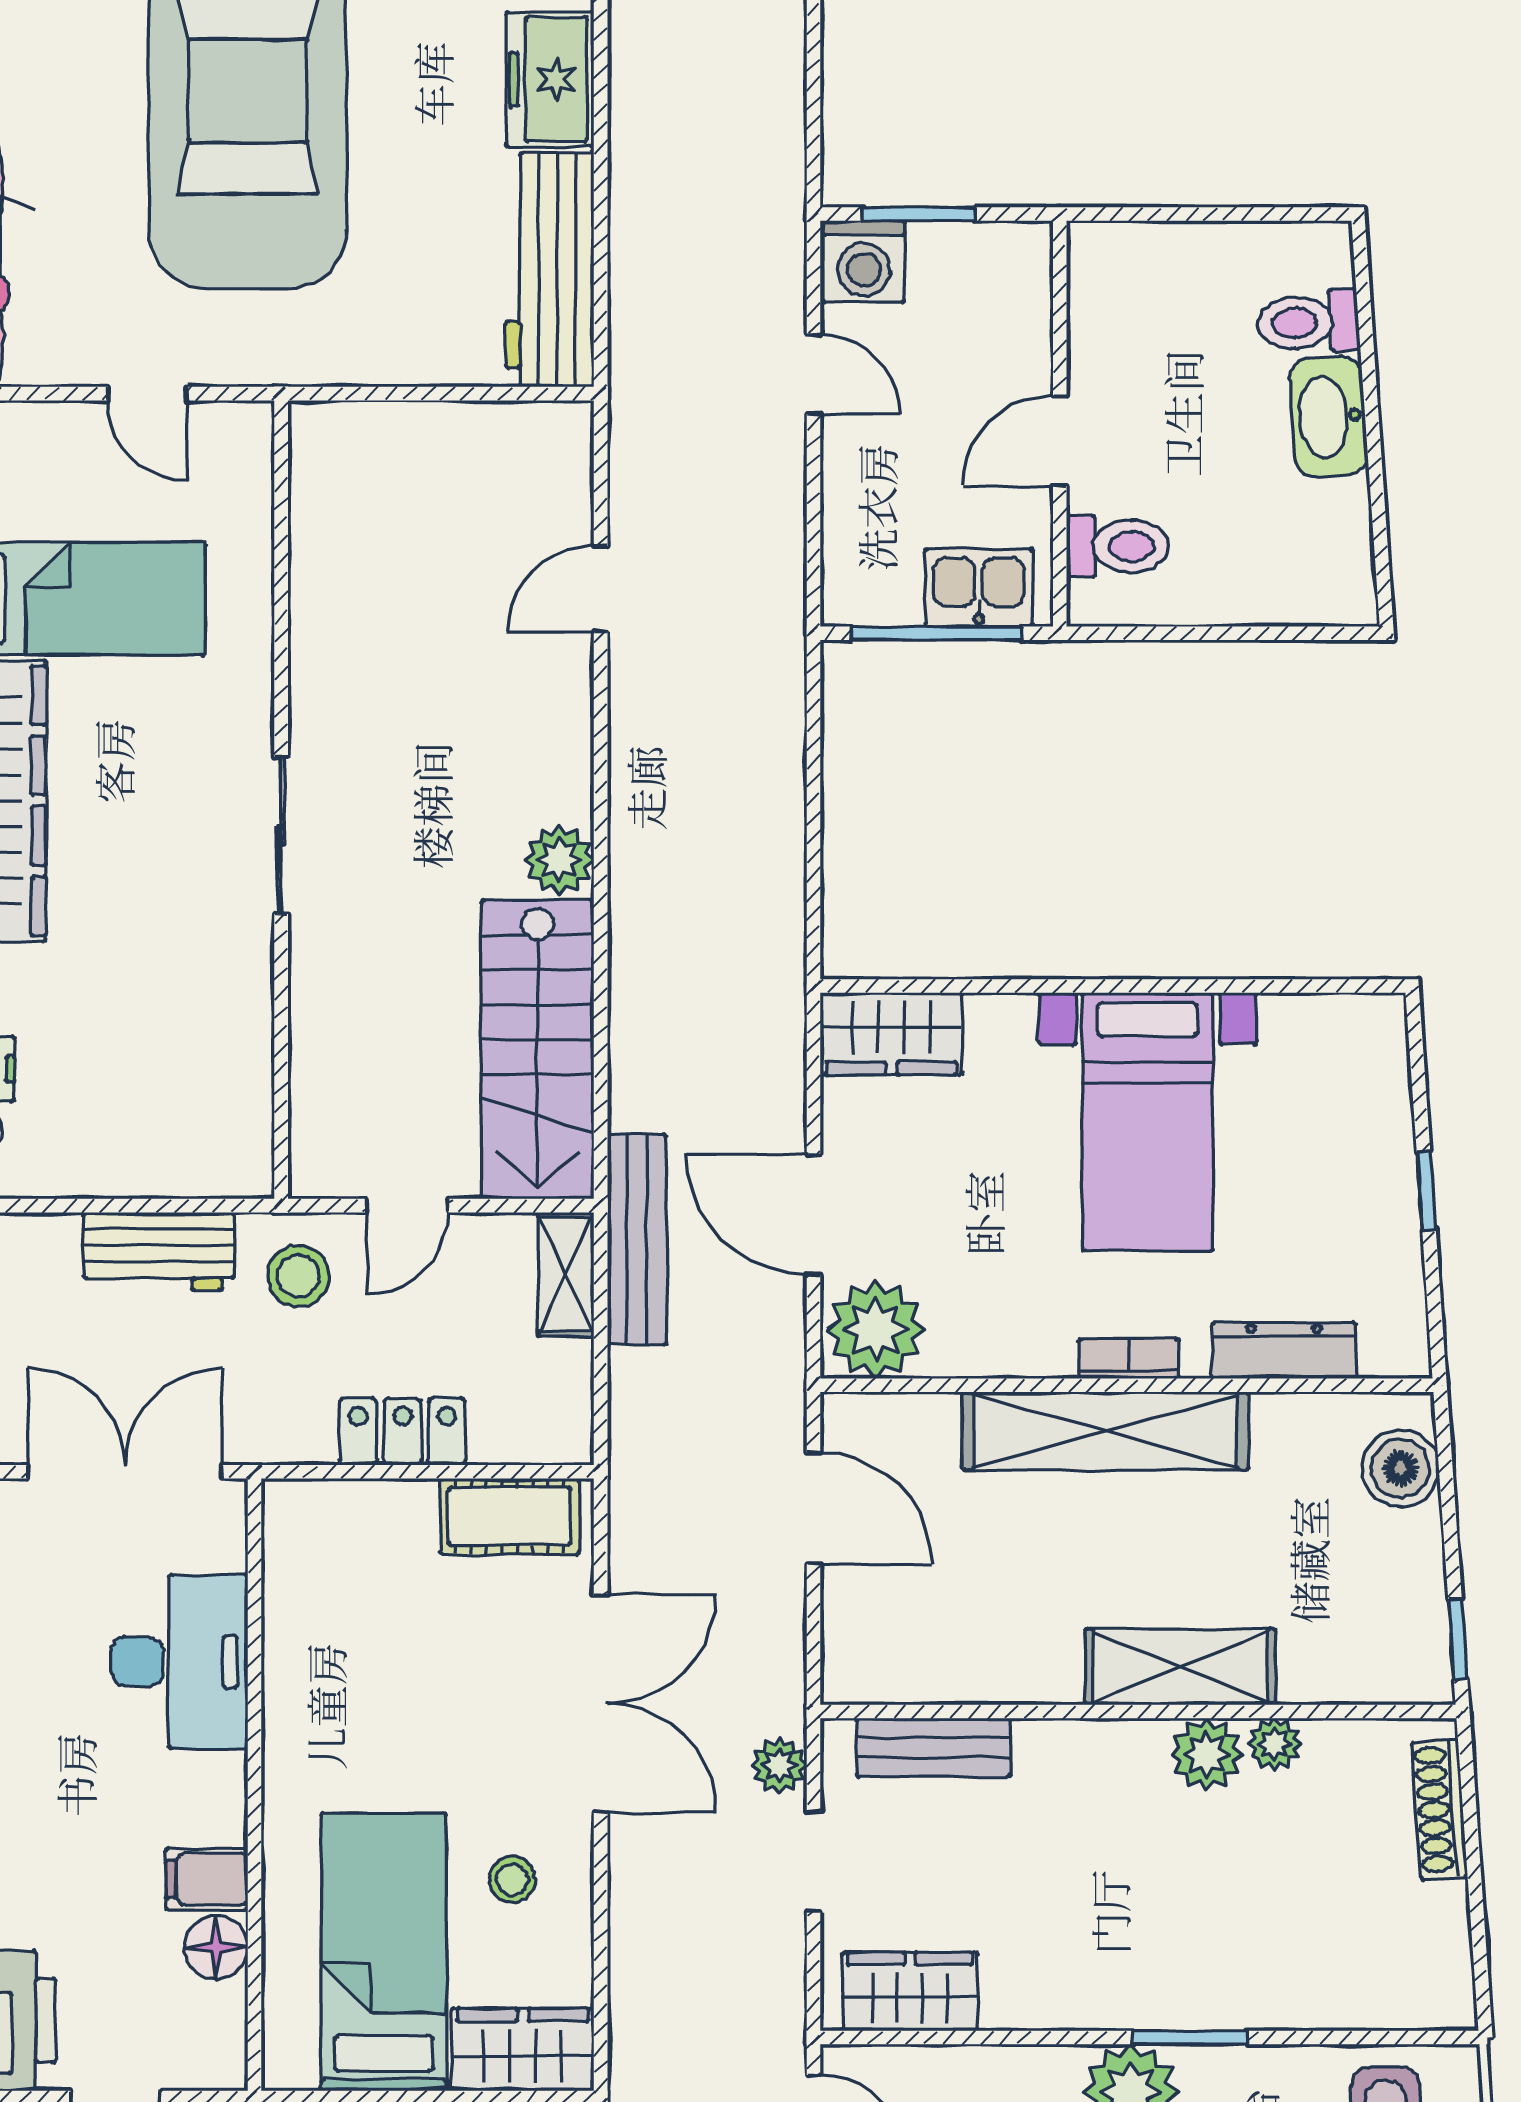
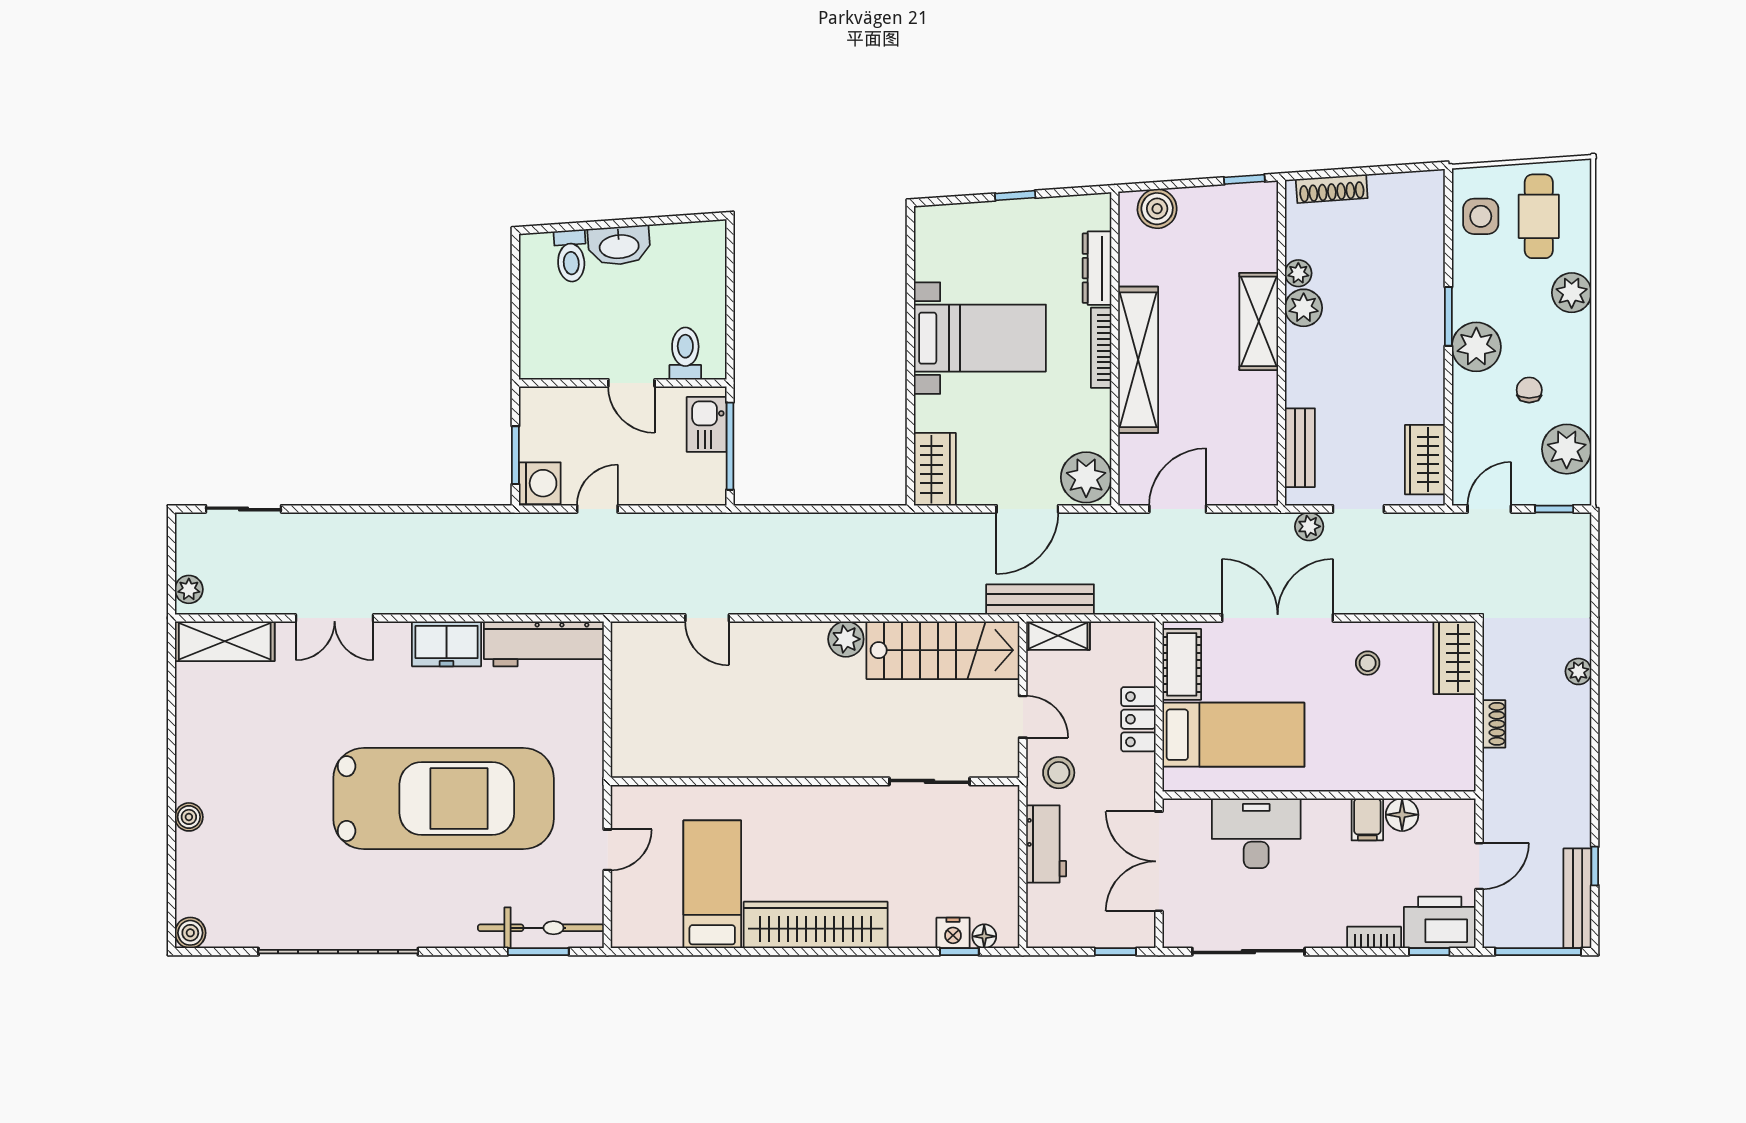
sliding door: (281, 835) -> (930, 781), moved
bookcase: (1129, 1359) -> (1101, 348), width x1.56
bed: (384, 1952) -> (1233, 735), moved, turned 180

